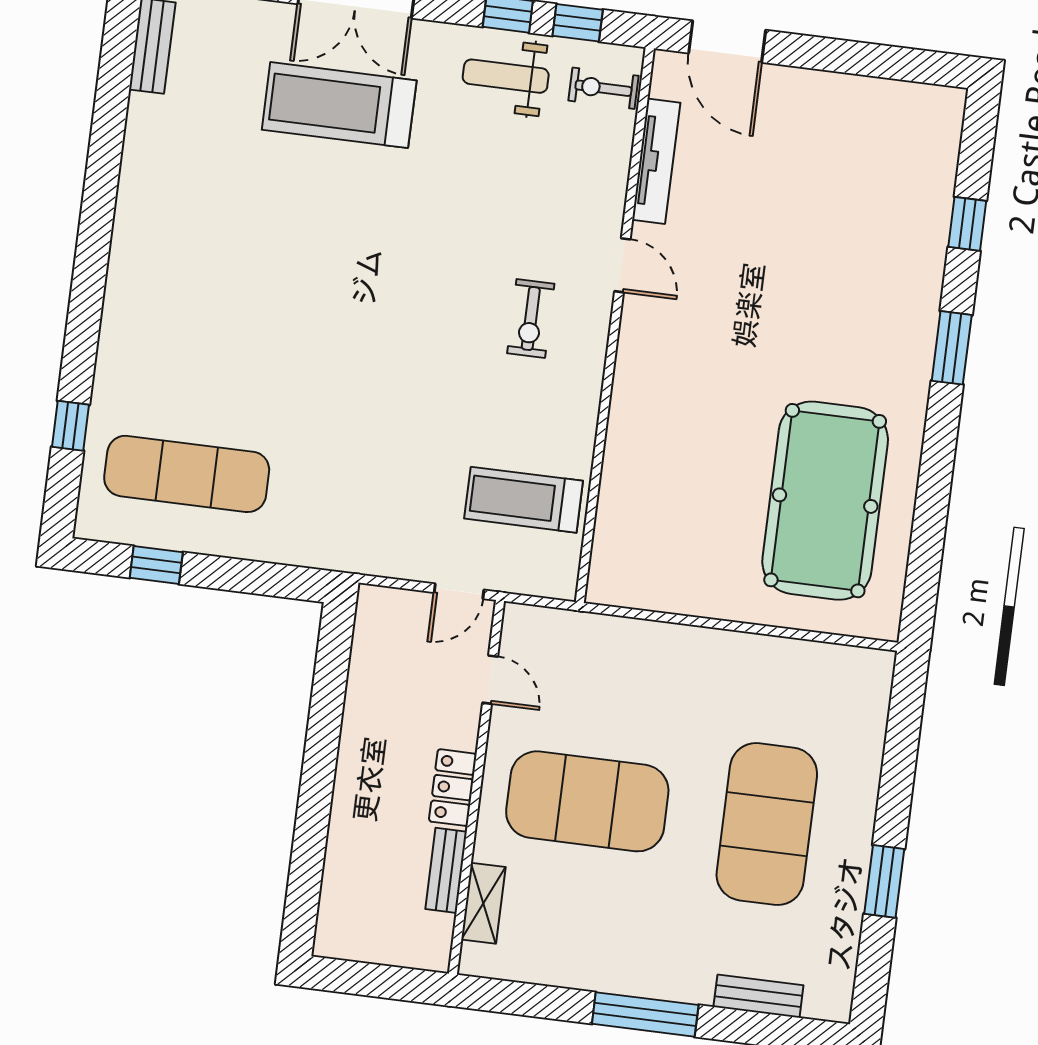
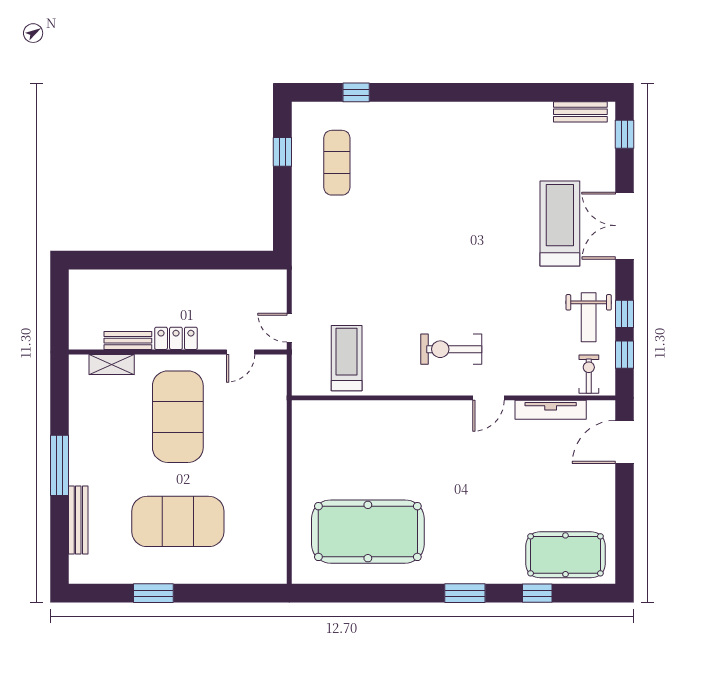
weight bench: (506, 76) -> (589, 317), turned 180
pool table: (908, 167) -> (565, 555), added
exercise bike: (531, 318) -> (451, 349), width x1.38, depth x1.39
exercise mat: (187, 474) -> (337, 163), width x0.73, depth x0.69
bench: (758, 996) -> (78, 520), width x1.36

